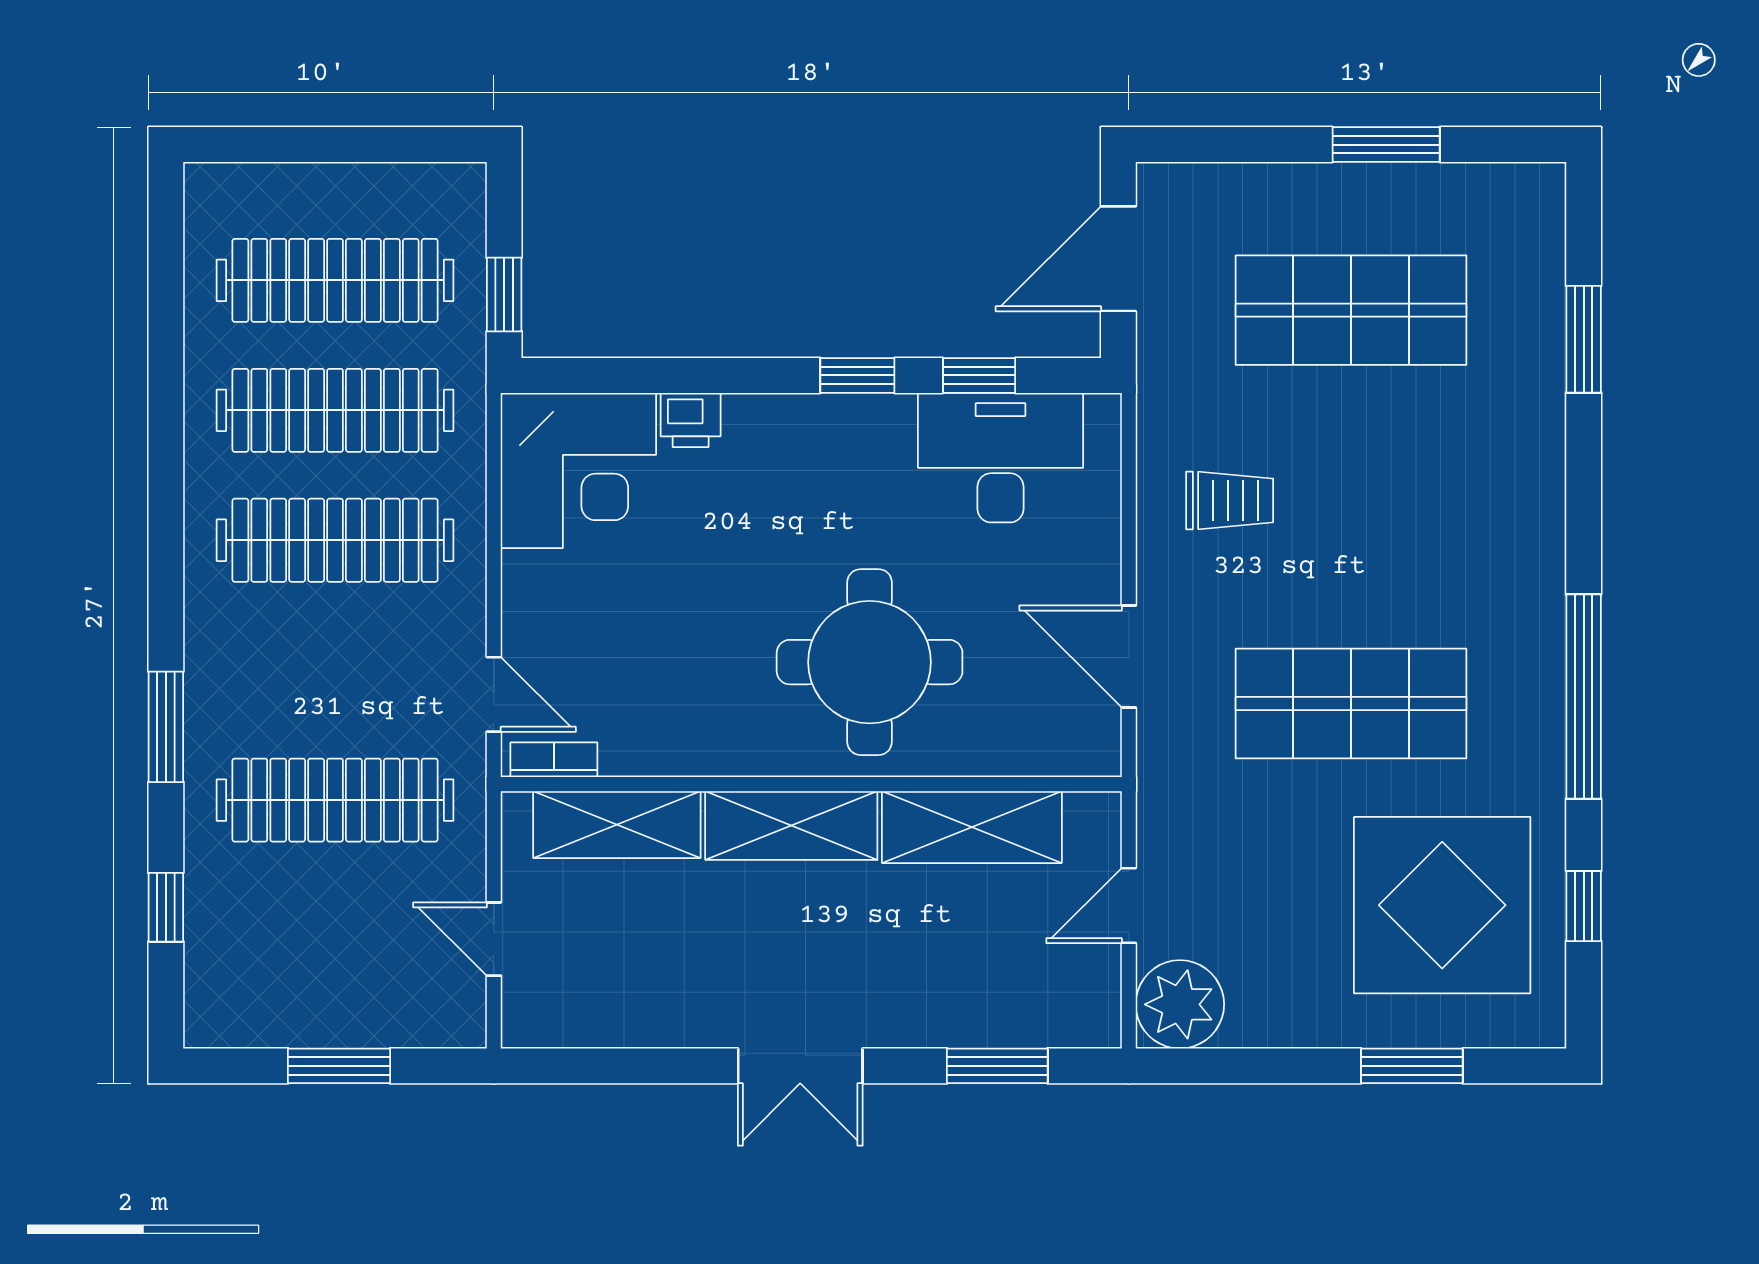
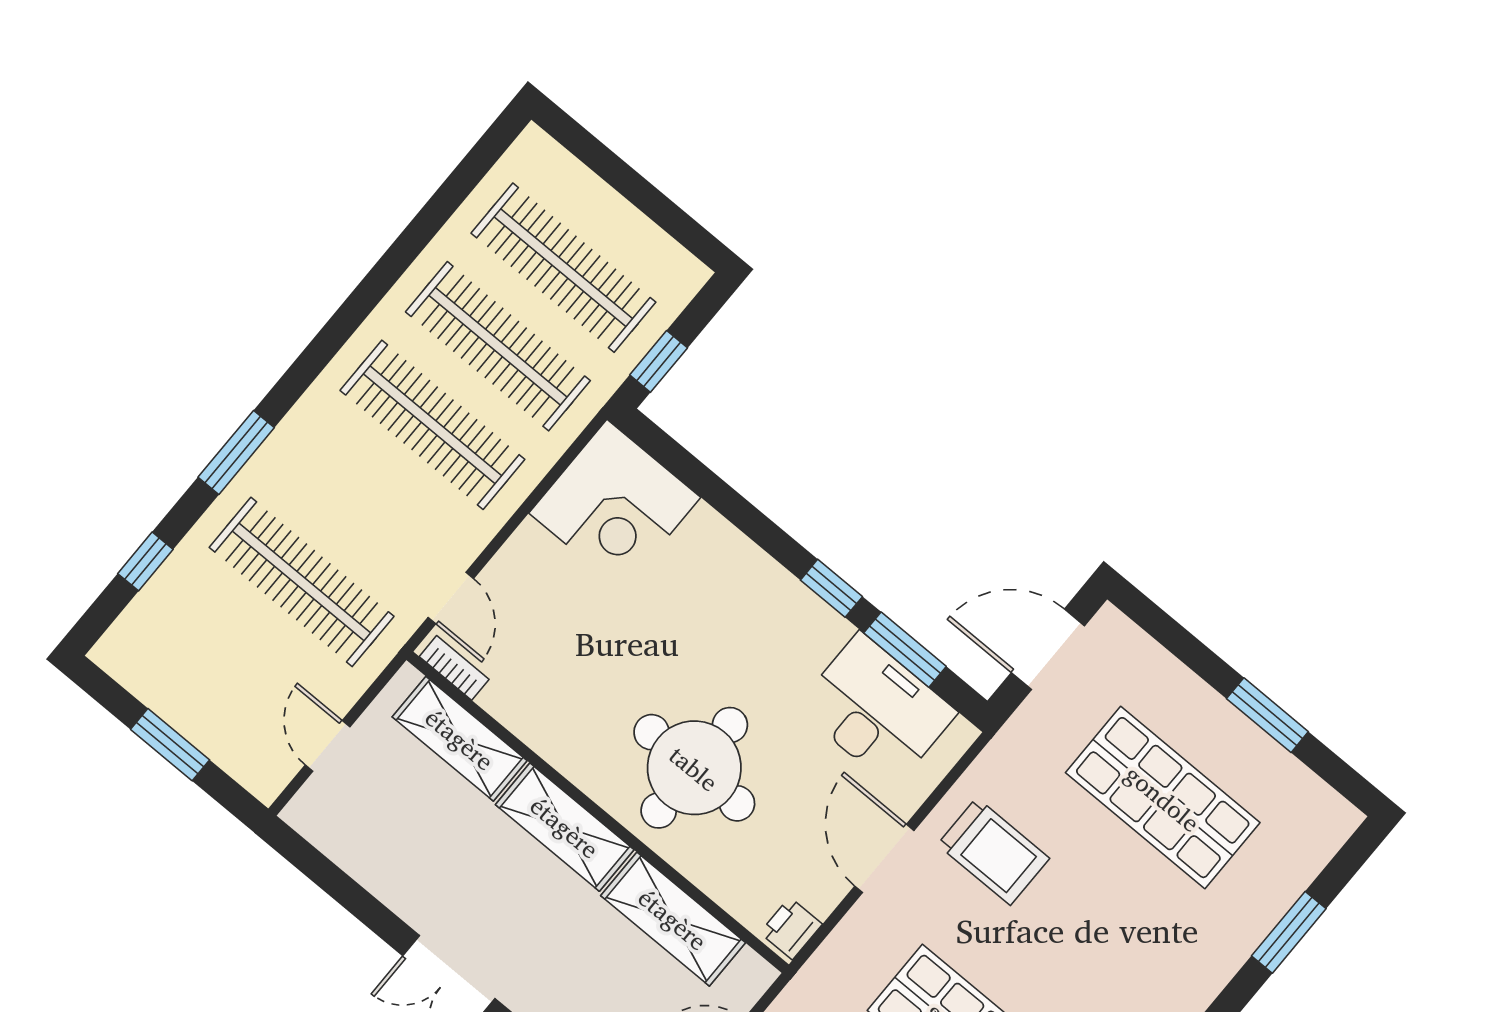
window: (979, 375) -> (905, 650), width x1.50
printer: (691, 420) -> (791, 928), moved, turned 90
trolley: (1230, 500) -> (993, 851), width x1.36, depth x1.39
door: (1129, 657) -> (884, 858), moved

